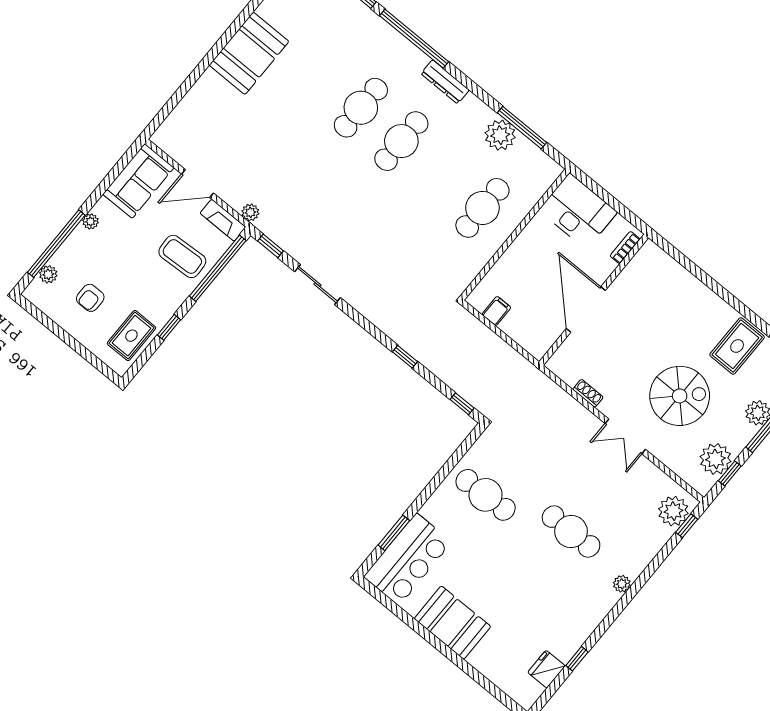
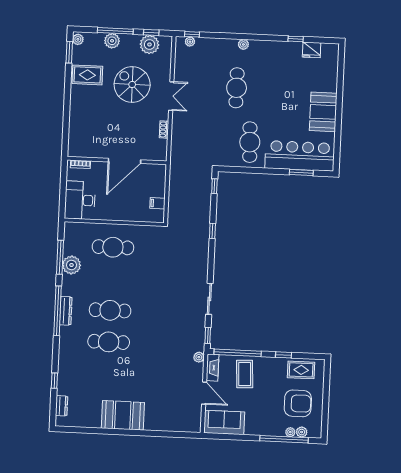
window: (414, 39) -> (58, 311), moved
plant: (91, 221) -> (290, 432), moved
armchair: (90, 298) -> (298, 403), width x1.88, depth x1.88
plant: (673, 511) -> (190, 42), width x0.53, depth x0.53
bar counter: (408, 559) -> (300, 156), width x1.36

